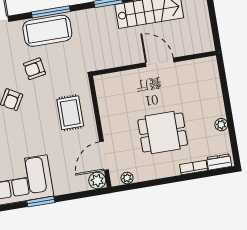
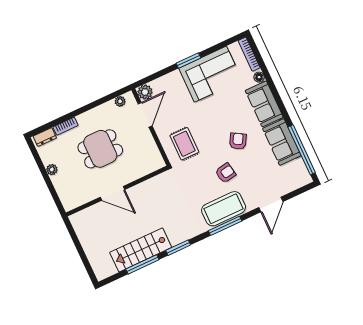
door: (160, 62) -> (112, 193), moved
wall: (154, 63) -> (117, 191), moved

